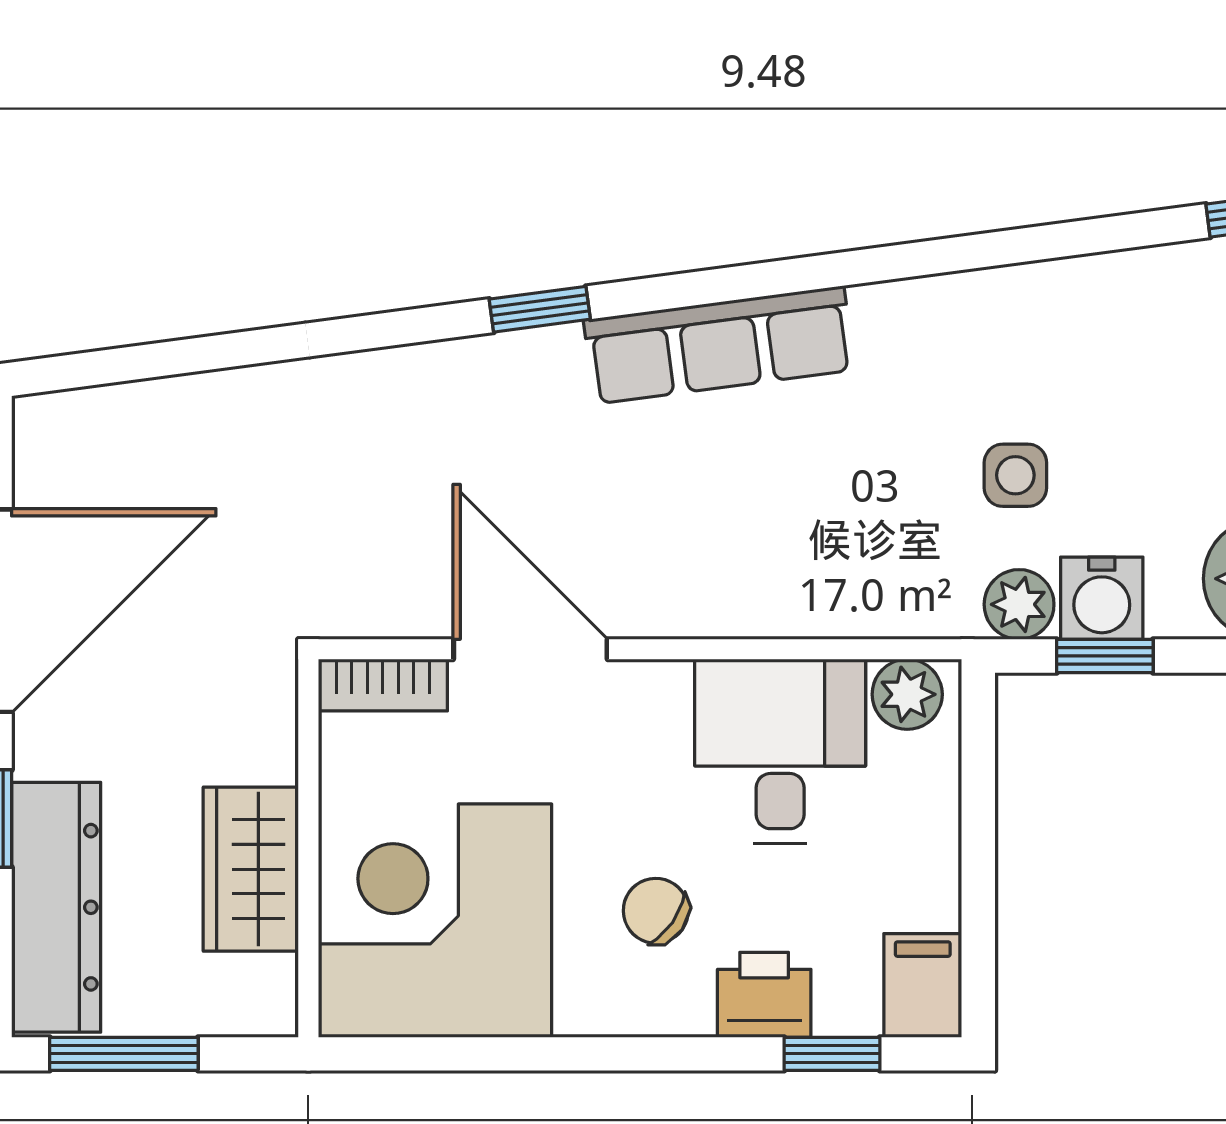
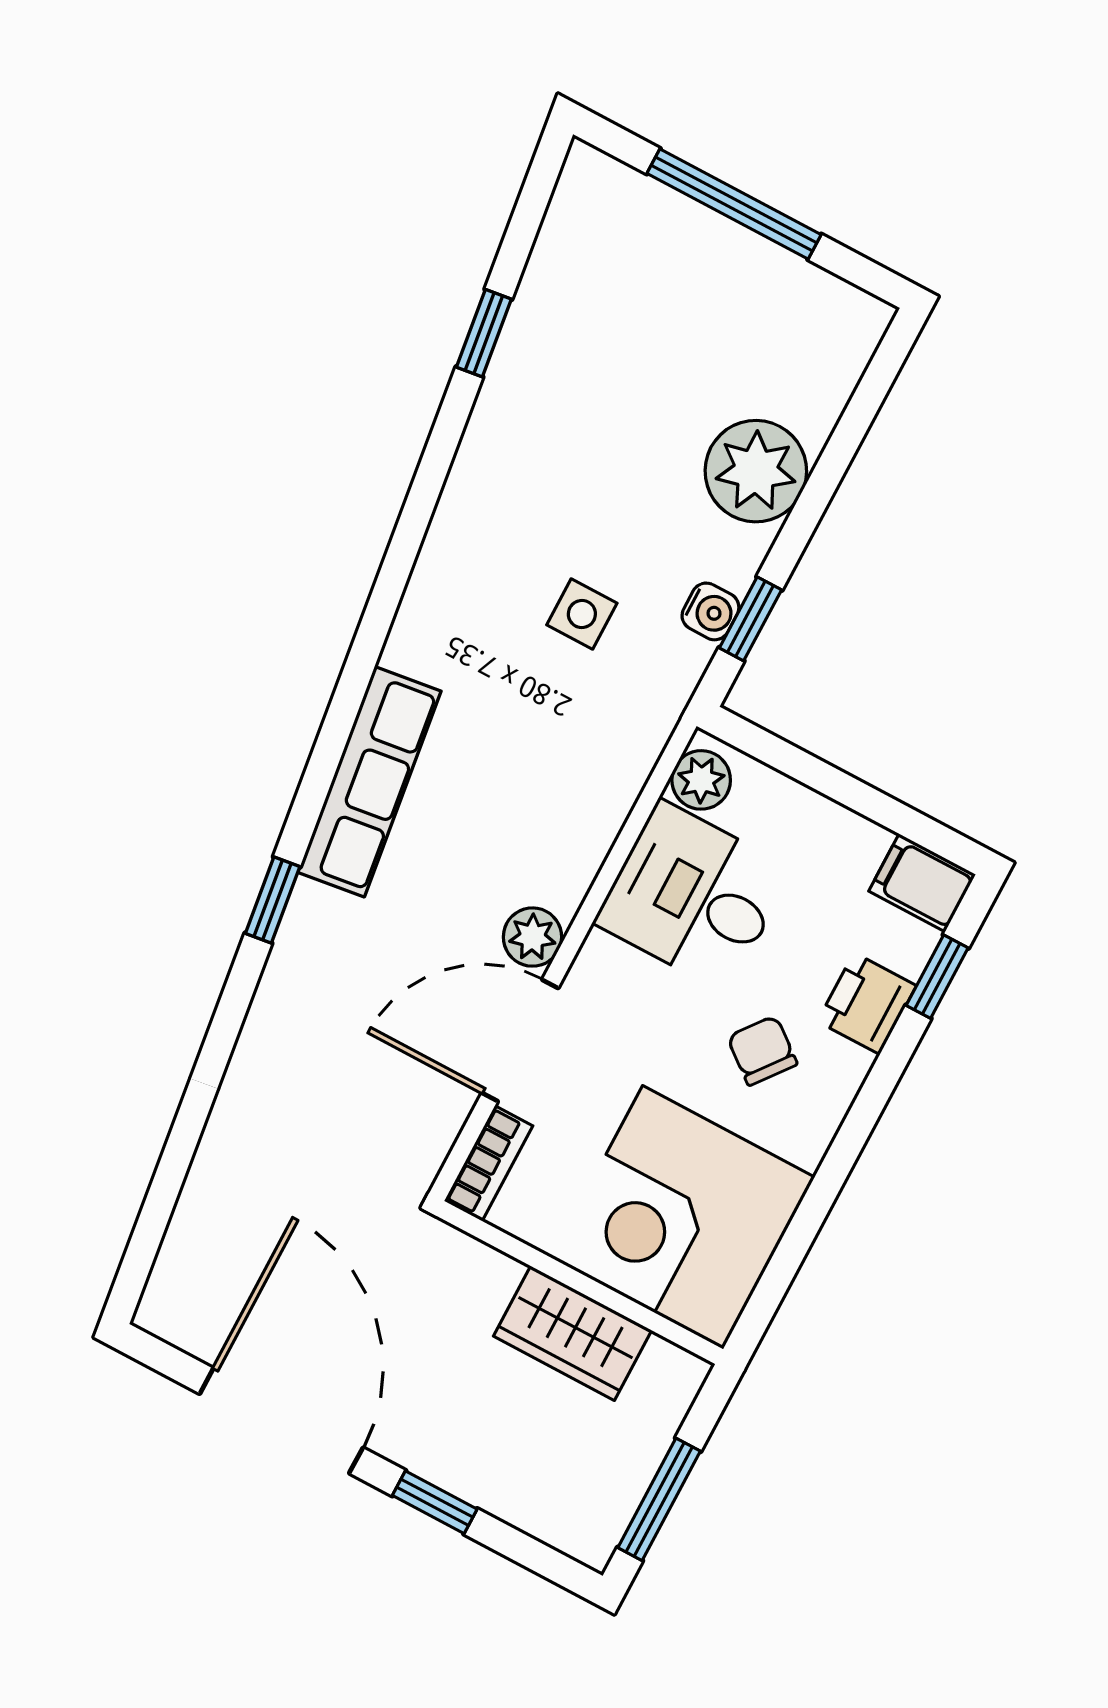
water cooler: (1102, 598) -> (710, 611), width x0.72, depth x0.72
plant: (1019, 604) -> (533, 937), moved
dresser: (56, 907) -> (524, 1492), removed
chair: (656, 911) -> (762, 1051), turned 93

